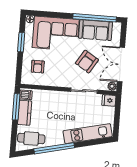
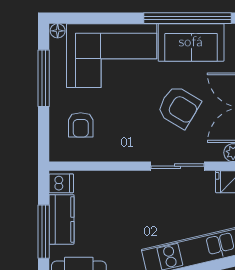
window: (21, 42) -> (44, 78), width x1.44
armchair: (87, 62) -> (179, 107), turned -91
window: (16, 107) -> (44, 232), moved

